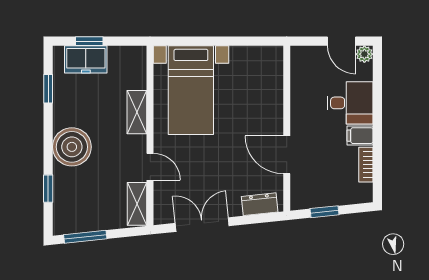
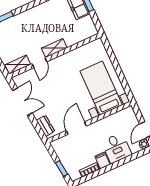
bed with nightstands: (191, 90) -> (101, 88), moved, turned 90
shelving: (137, 112) -> (54, 48), moved
boiler: (72, 147) -> (32, 19), removed
window: (324, 212) -> (61, 169), moved

